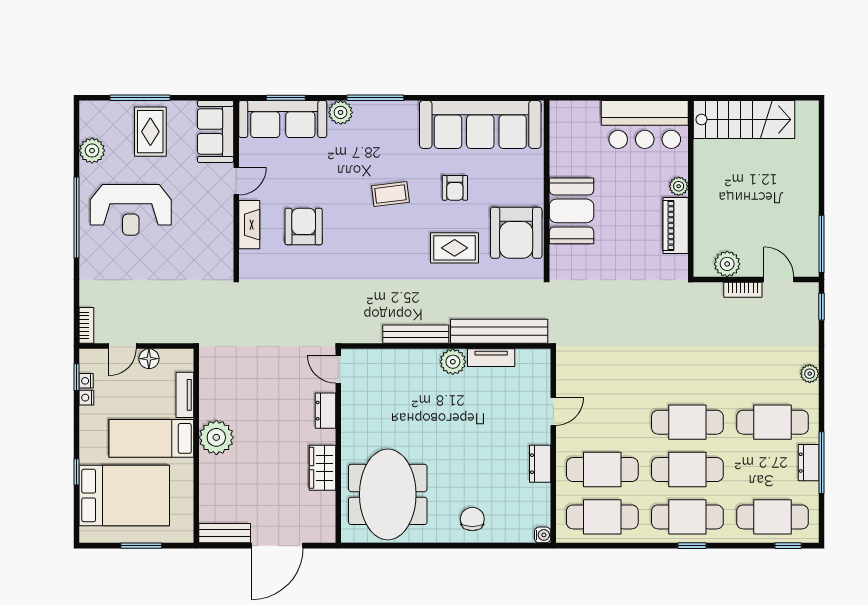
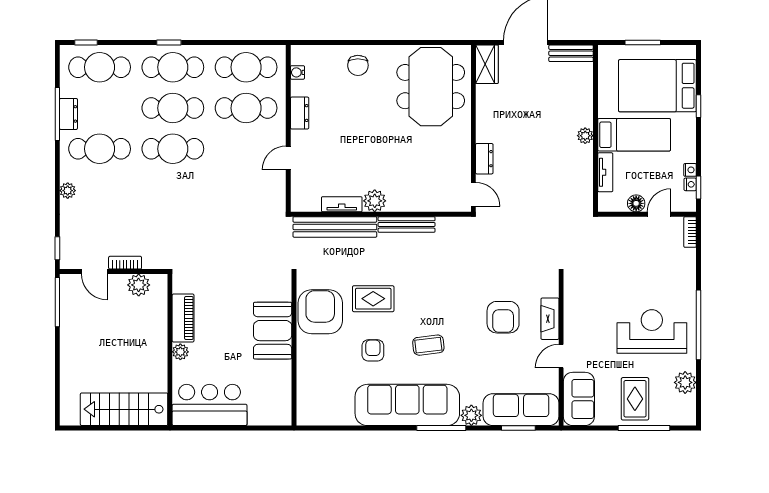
sofa: (480, 124) -> (407, 405), moved
plant: (216, 437) -> (585, 136), width x0.53, depth x0.53
wardrobe: (322, 468) -> (487, 64), moved
water cooler: (543, 535) -> (297, 72), moved

